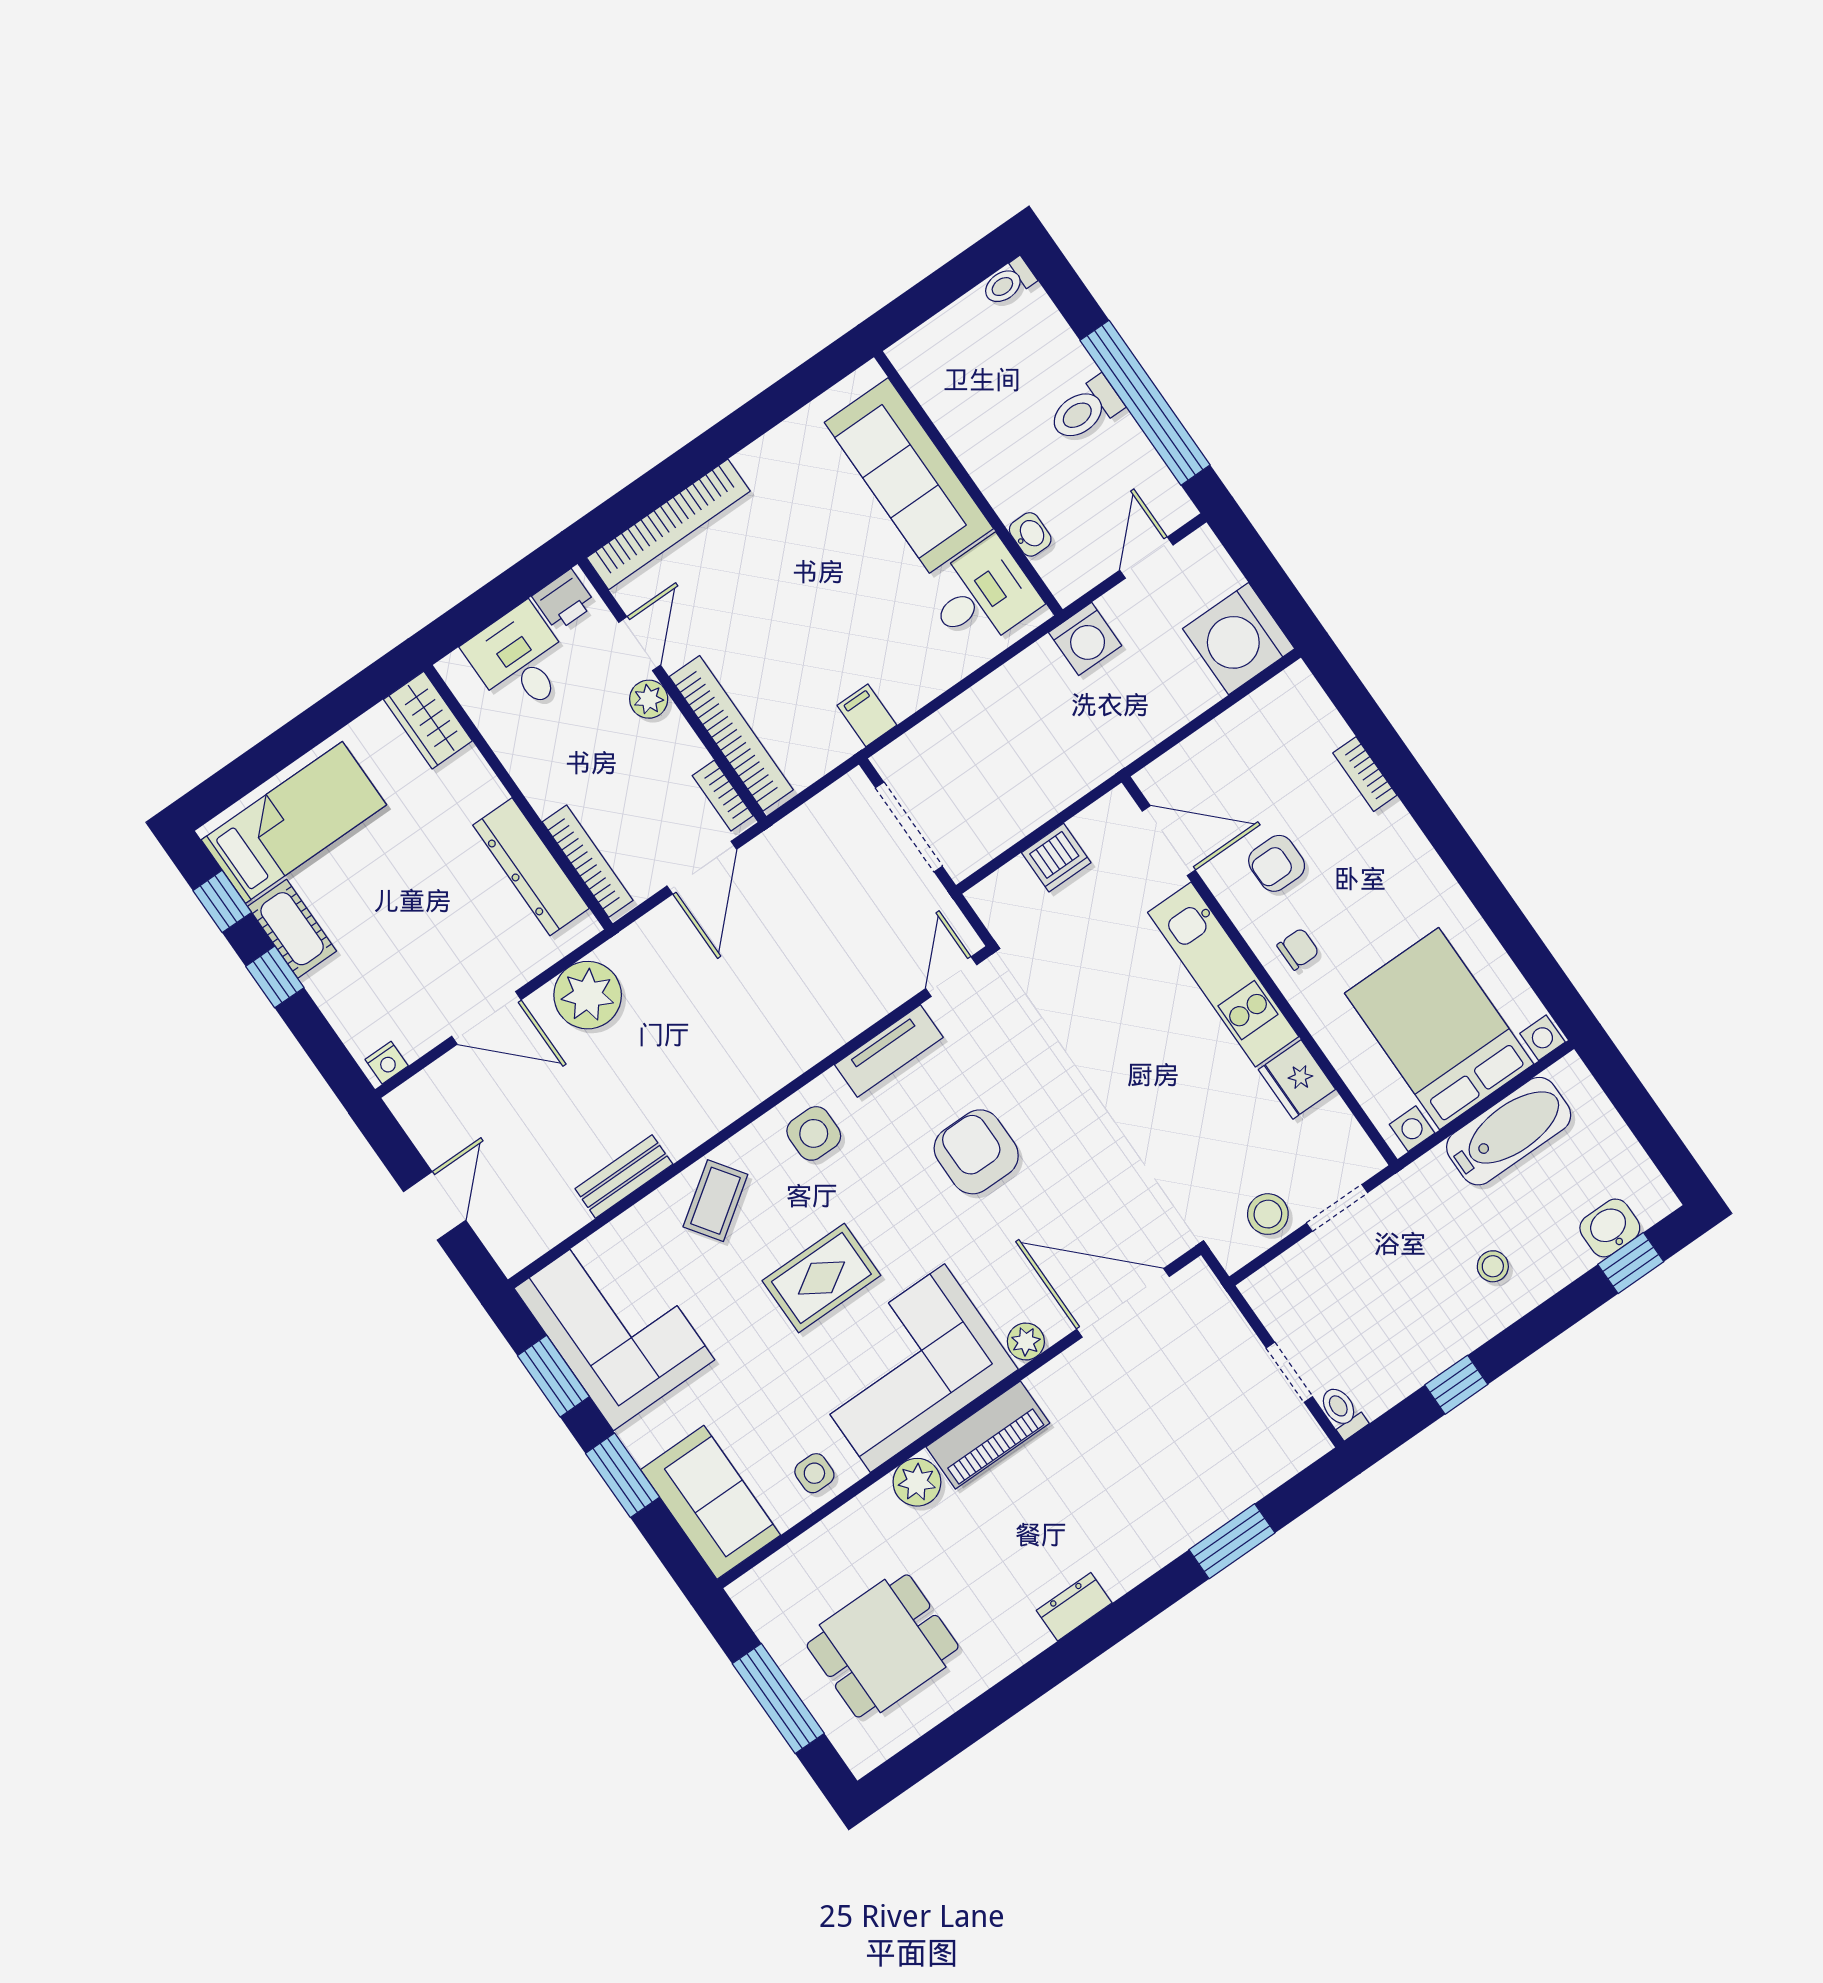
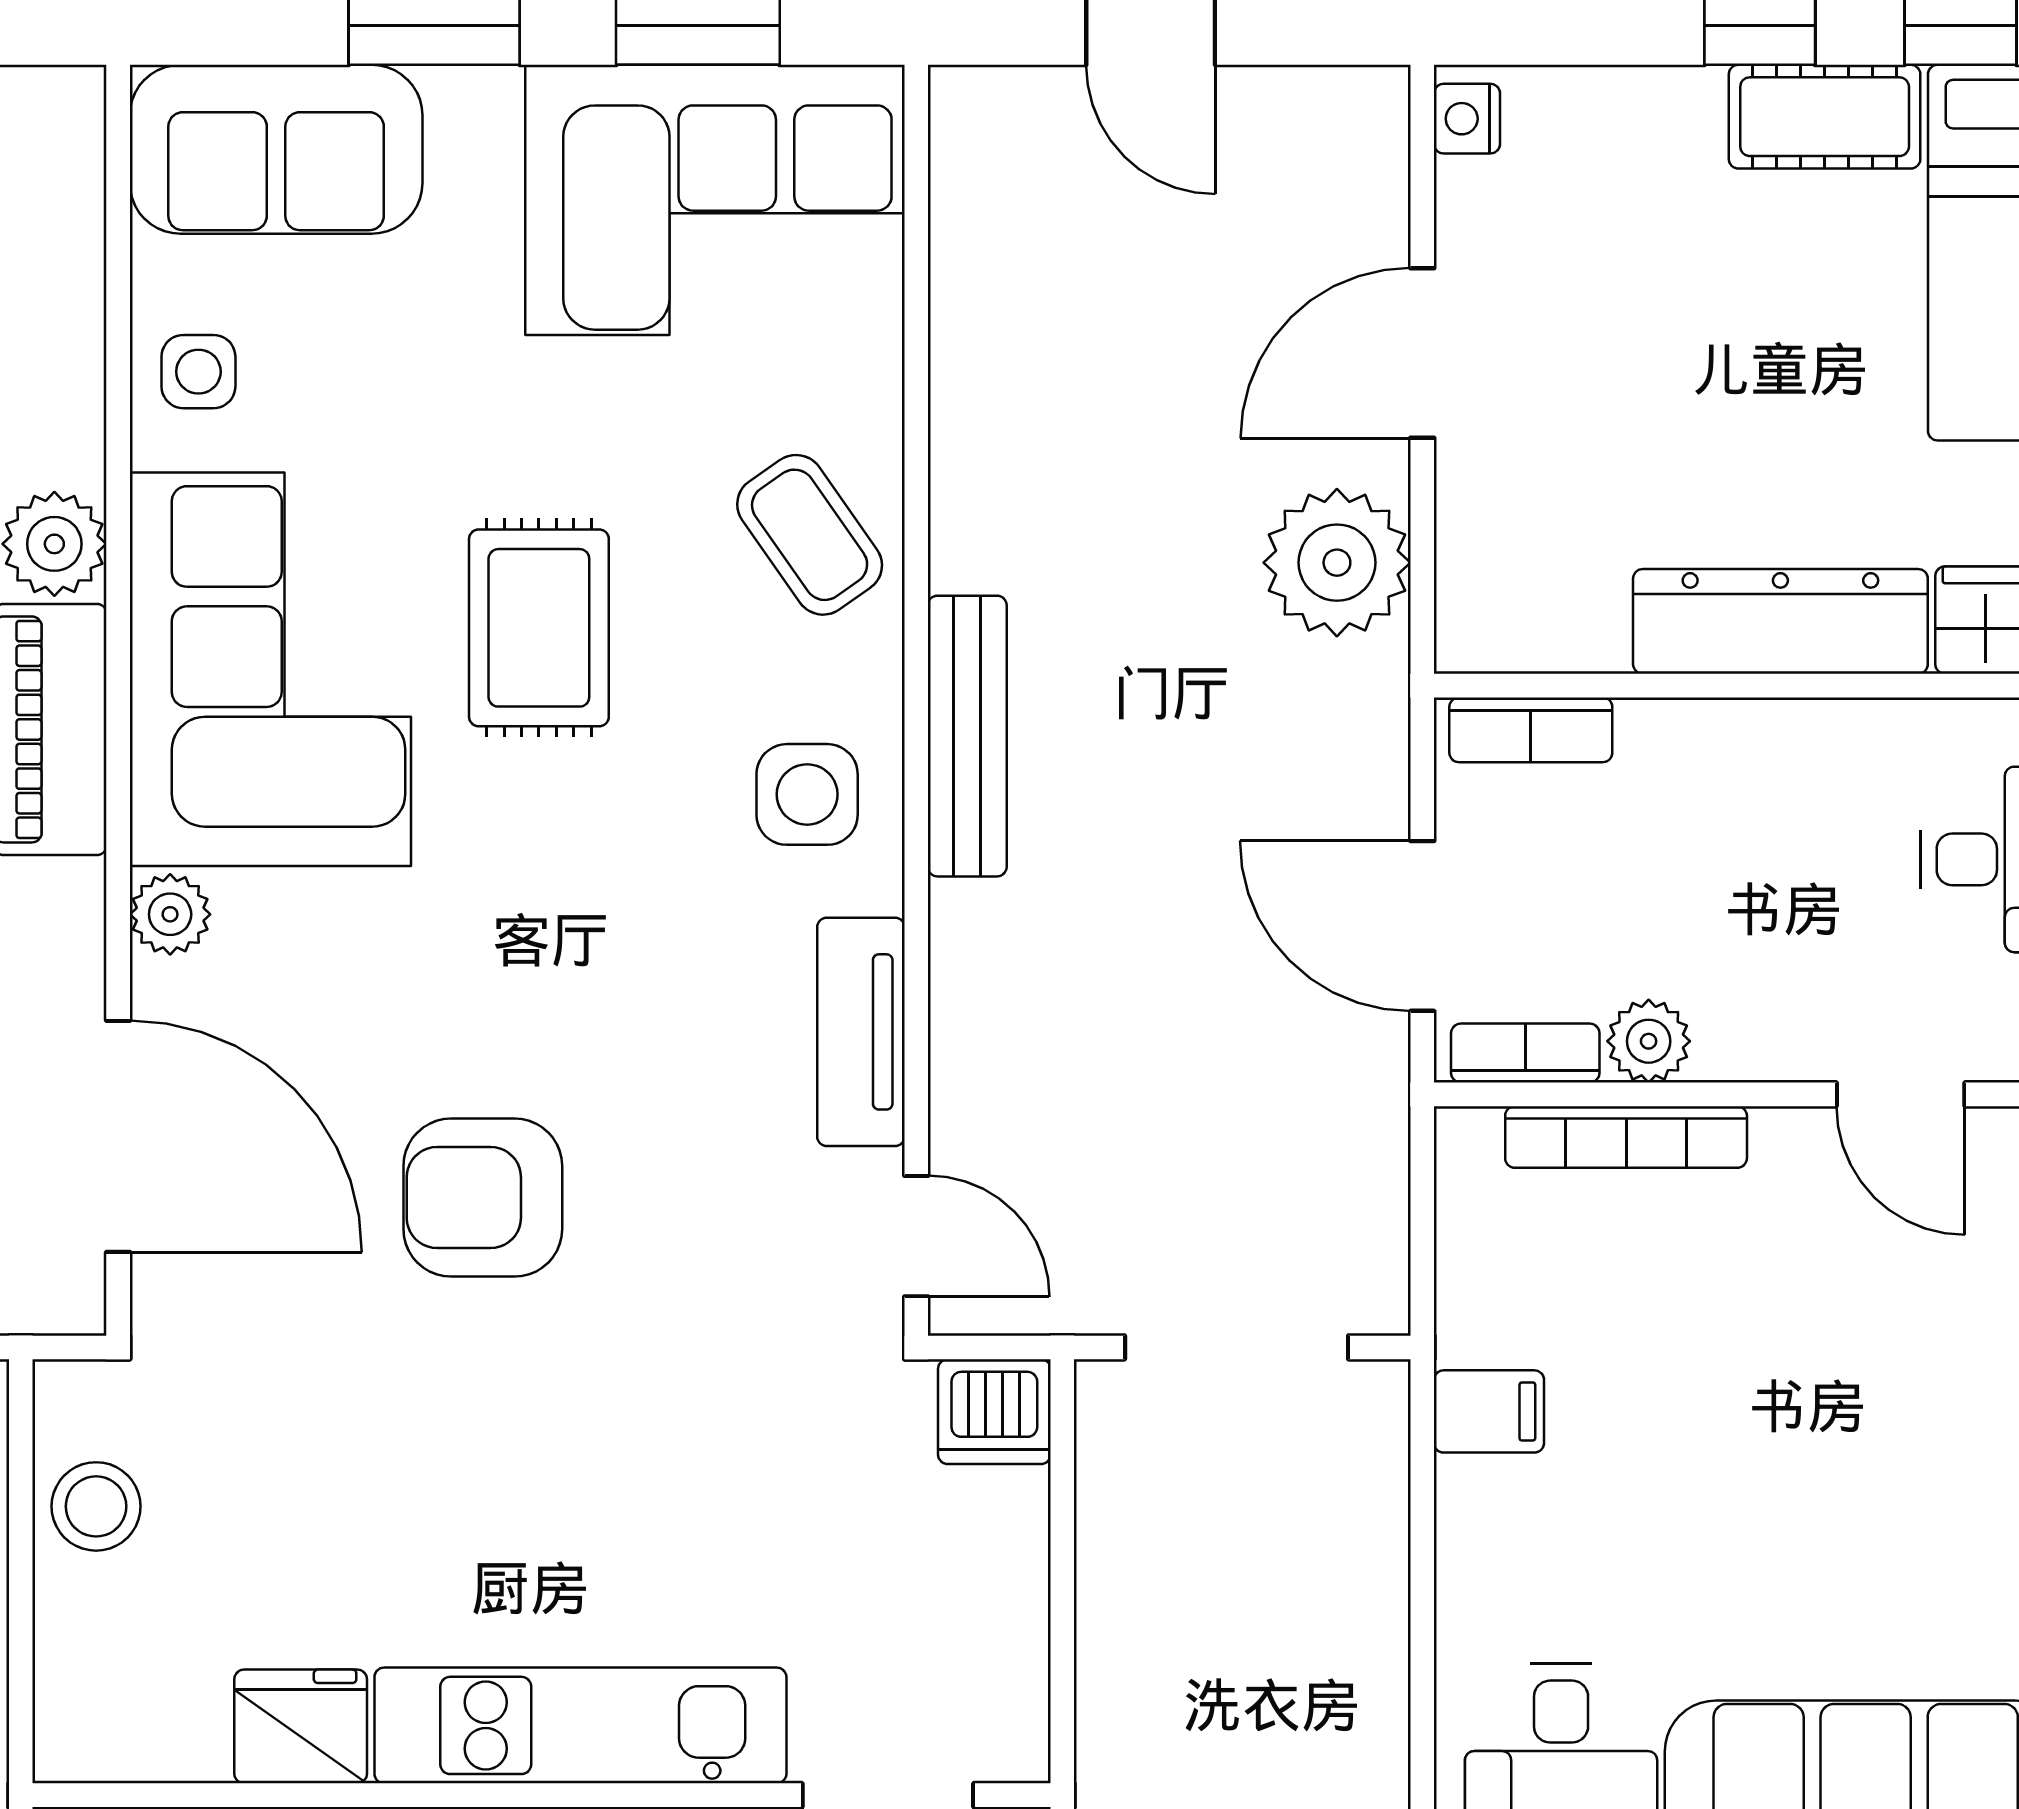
plant: (649, 699) -> (1649, 1041), moved
bookcase: (731, 733) -> (1626, 1137), width x0.68, depth x0.76
dishwasher: (1056, 858) -> (994, 1412), moved, turned -90
bookcase: (588, 861) -> (1531, 730), width x0.64
dresser: (531, 867) -> (1780, 621), moved
armchair: (976, 1152) -> (483, 1198), moved, turned 180
bench: (624, 1176) -> (967, 736), moved, width x1.36
doorway: (1337, 1208) -> (21, 1638), removed
door: (1123, 1303) -> (118, 1136), hinge flipped

